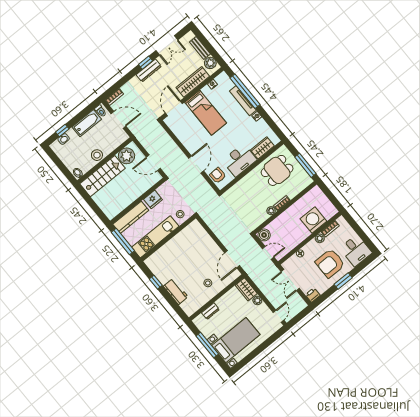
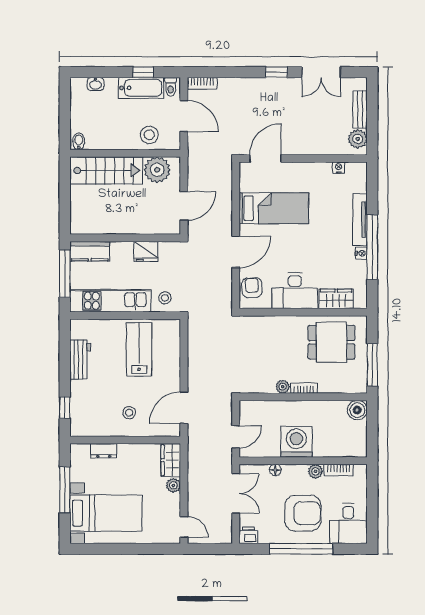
dresser: (149, 70) -> (273, 85), removed
wardrobe: (193, 82) -> (316, 145), removed
window: (245, 91) -> (372, 247), moved
bed: (206, 113) -> (274, 208), moved, turned -90
window: (62, 131) -> (143, 72), moved
stool: (97, 155) -> (149, 135), moved
door: (153, 163) -> (184, 206), swing flipped
kitchen counter: (131, 217) -> (90, 251), width x0.67
washing machine: (313, 220) -> (296, 442), moved
boiler: (264, 235) -> (357, 410), moved
lab bench: (188, 249) -> (139, 349), added
door: (268, 253) -> (236, 437), hinge flipped
armchair: (330, 263) -> (303, 513), turned 180
double door: (290, 280) -> (236, 493), swing flipped
window: (343, 281) -> (301, 549), width x2.11
window: (156, 282) -> (65, 408), moved
workbench: (176, 291) -> (80, 360), moved
door: (279, 316) -> (184, 527), hinge flipped

